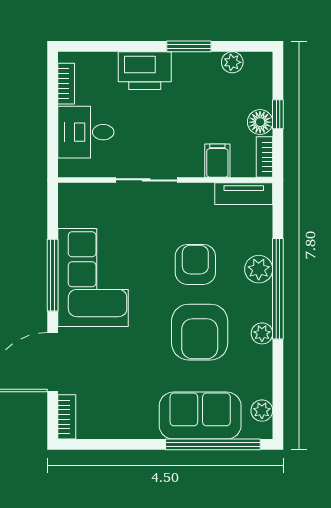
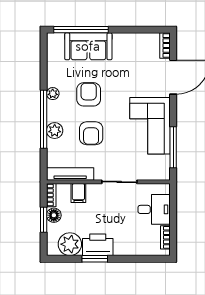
plant: (232, 62) -> (70, 244), width x1.88, depth x1.88
printer: (145, 71) -> (98, 245), moved
window: (278, 114) -> (44, 220), width x1.50
tv unit: (244, 194) -> (70, 174), width x1.41
window: (53, 275) -> (173, 147), moved
armchair: (200, 332) -> (89, 94), width x0.73, depth x0.73
plant: (262, 411) -> (53, 49), removed

